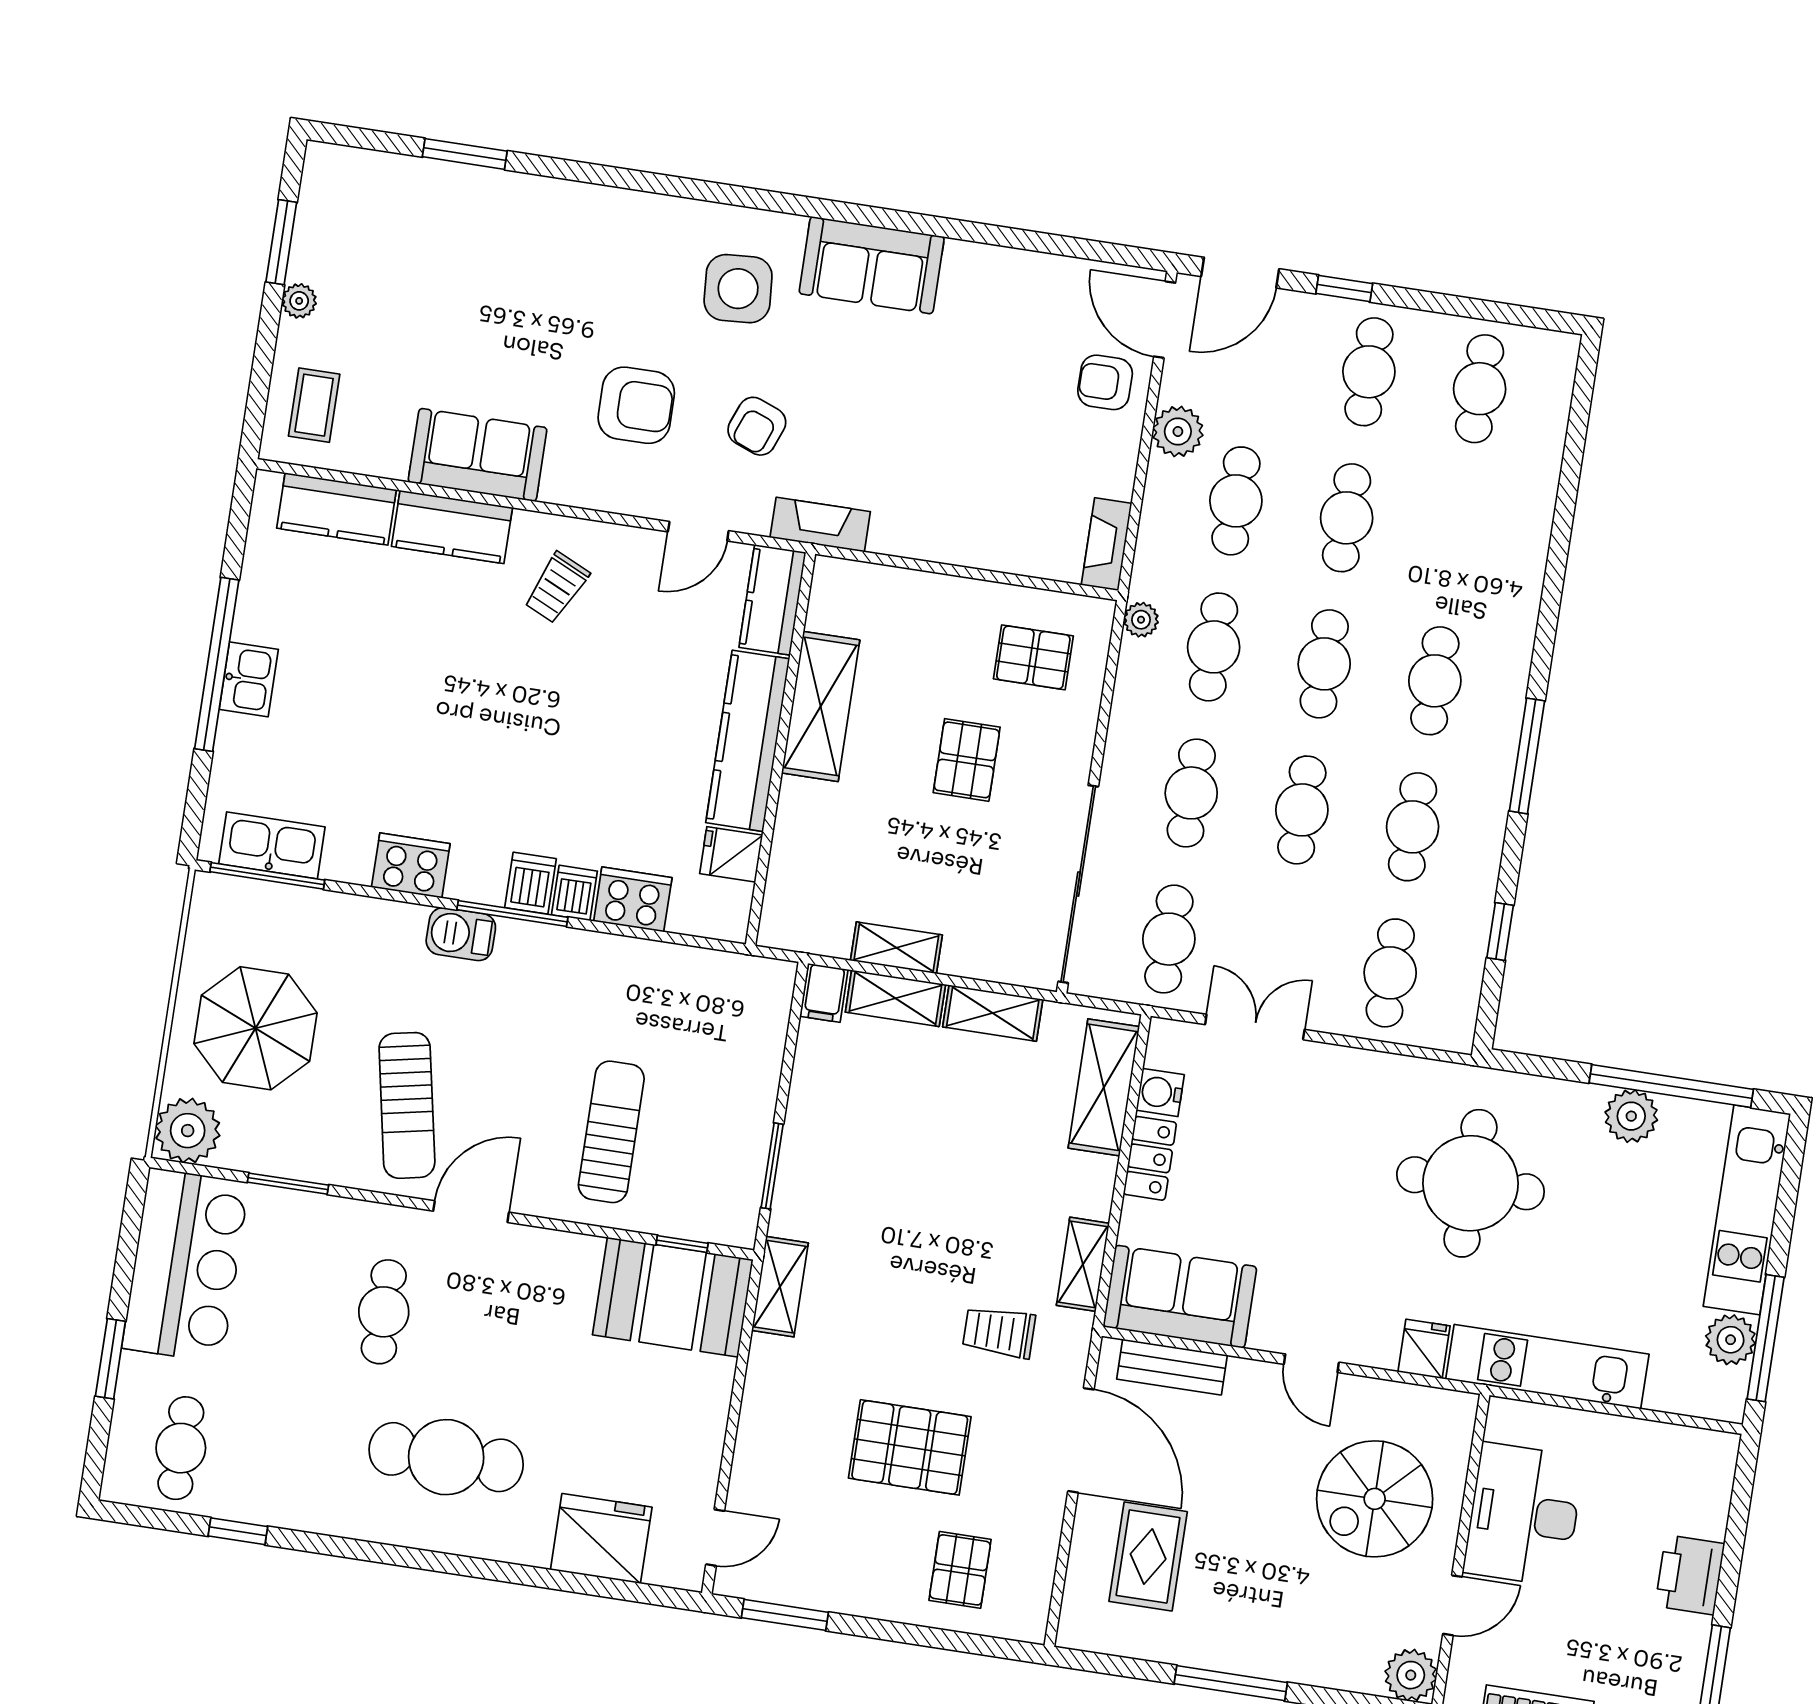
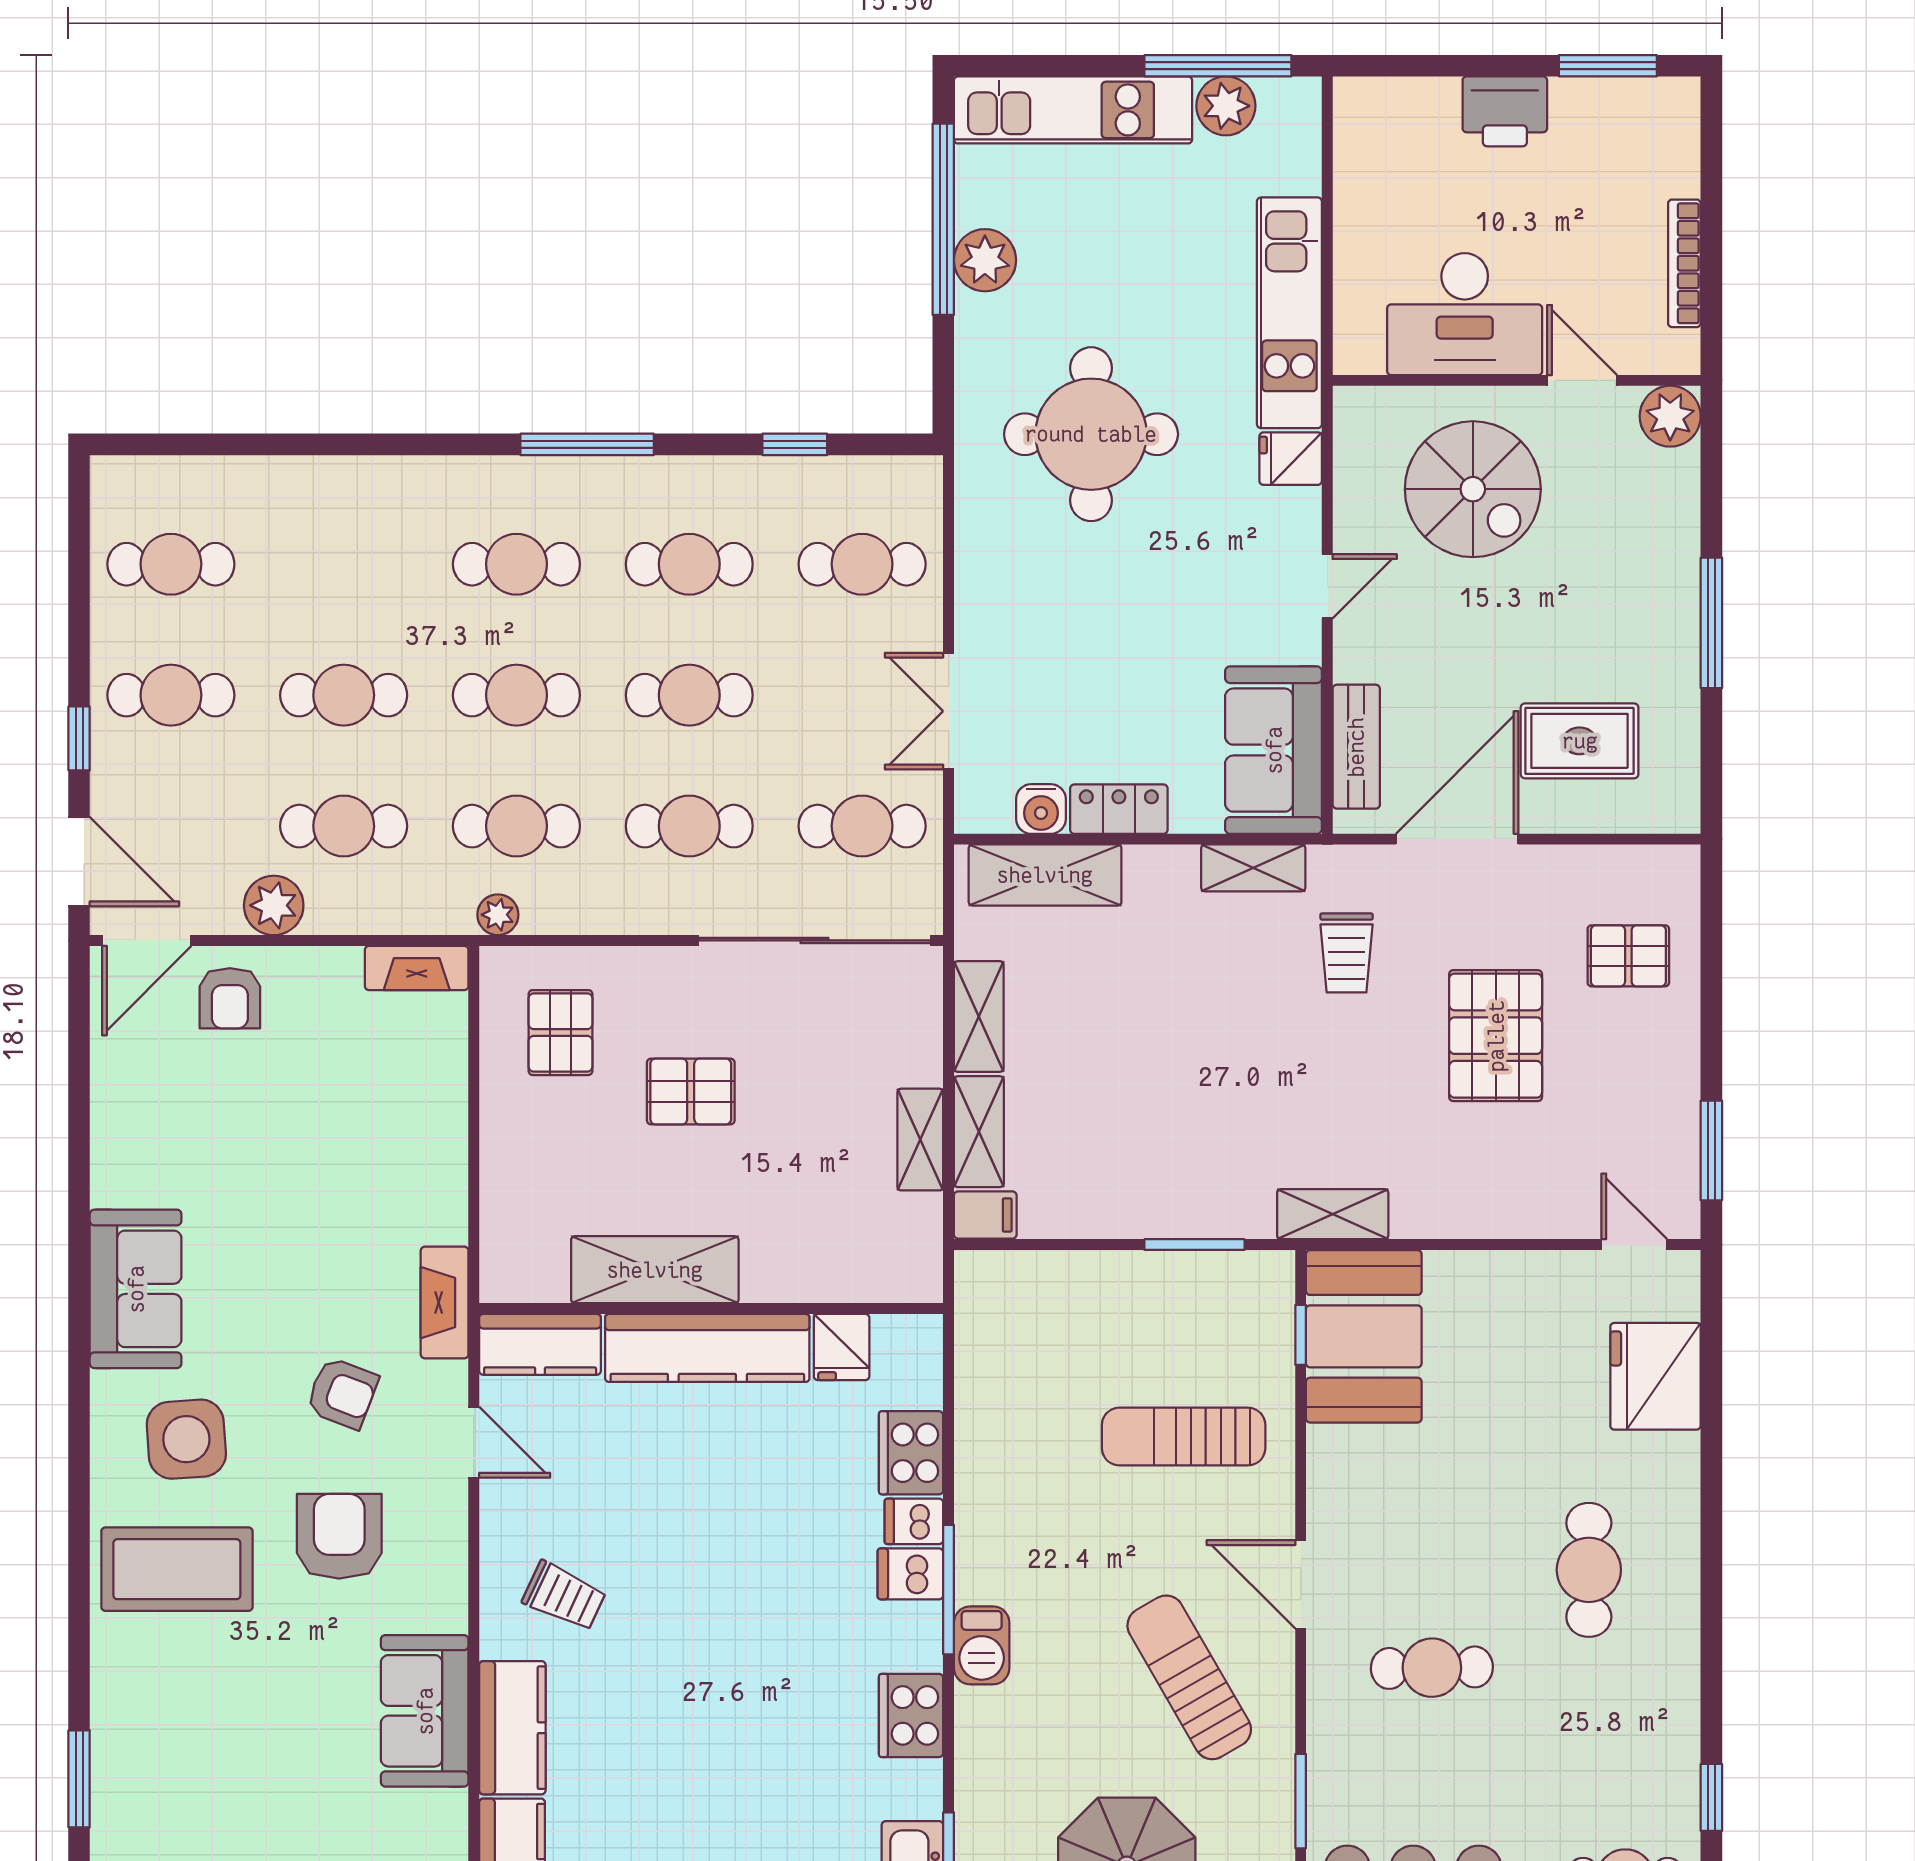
coffee table: (629, 264) -> (177, 1569), added
sun lounger: (407, 1105) -> (1189, 1677), turned -109
cafe table: (446, 1457) -> (1589, 1570), width x0.73, depth x0.74

